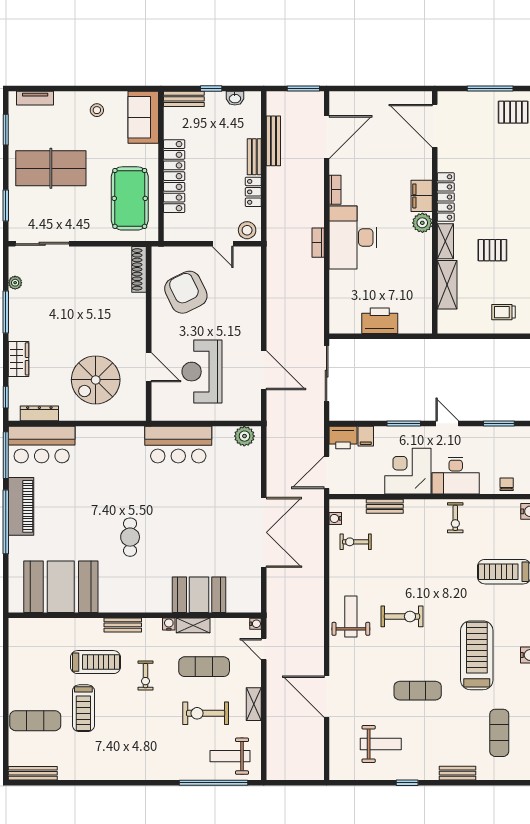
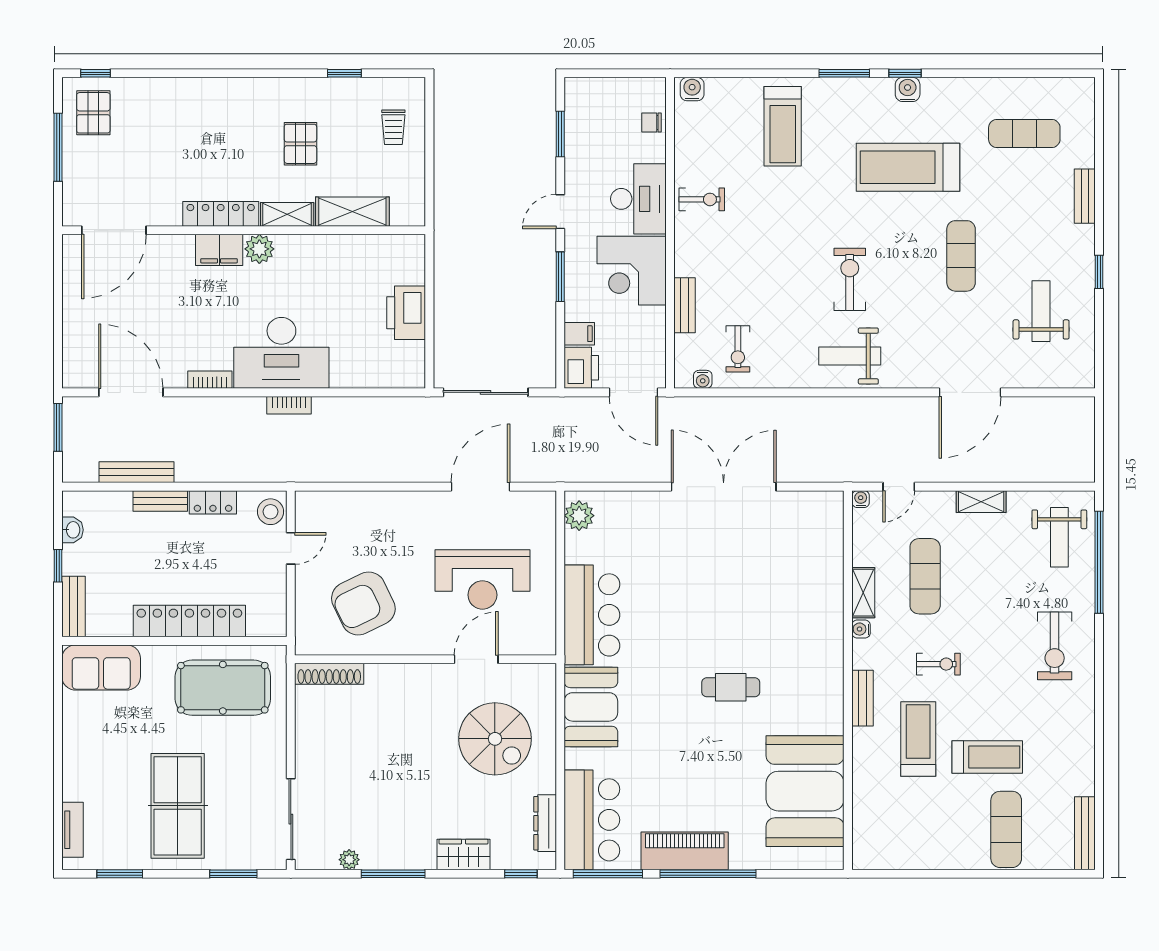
stool: (97, 110) -> (90, 737), removed
booth: (199, 595) -> (591, 707), moved
exercise bike: (206, 713) -> (1055, 646), moved

